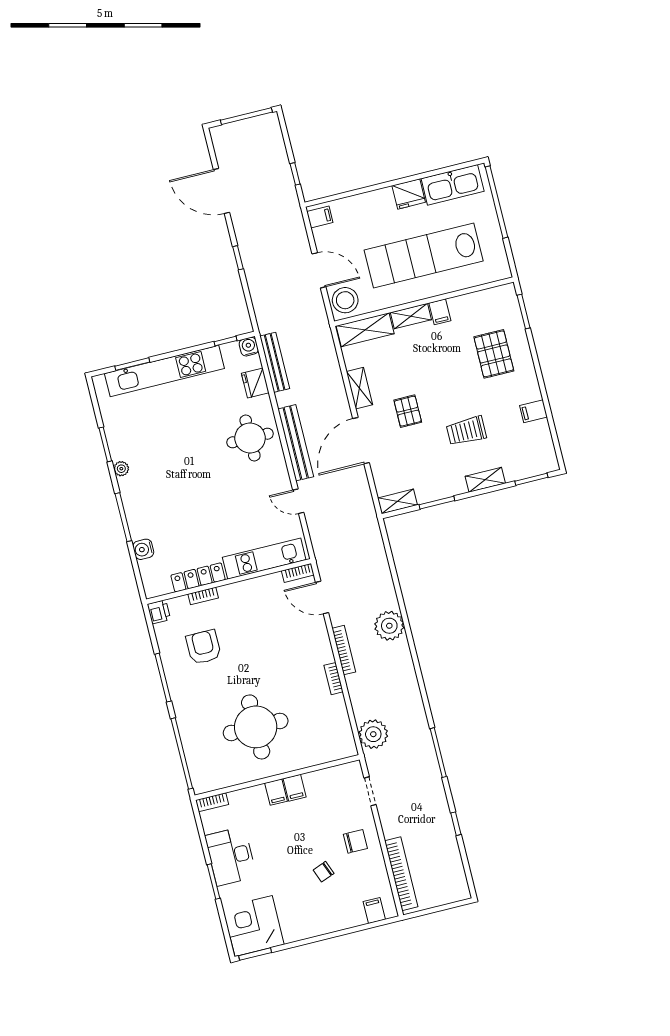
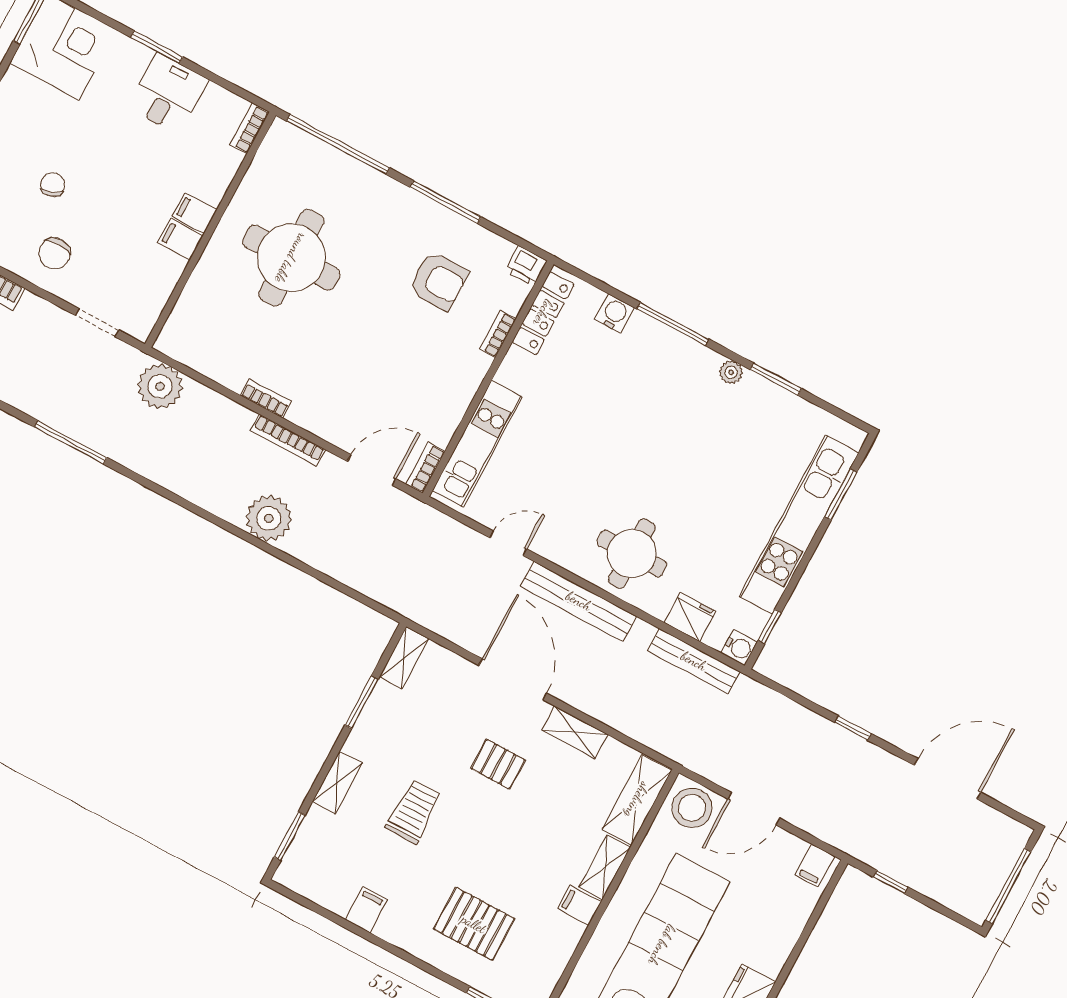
locker: (198, 577) -> (543, 313), moved
desk: (231, 856) -> (168, 94), width x0.73

